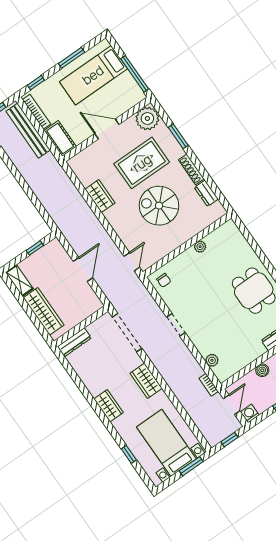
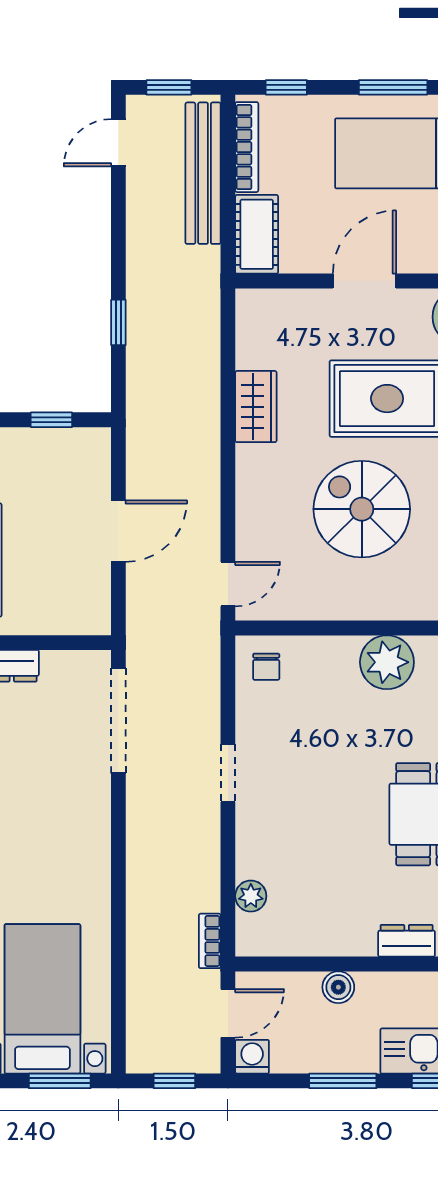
door: (107, 129) -> (364, 281), hinge flipped
window: (35, 200) -> (118, 322), added
plant: (200, 247) -> (387, 662), width x1.88, depth x1.88
wardrobe: (146, 381) -> (89, 845), removed

